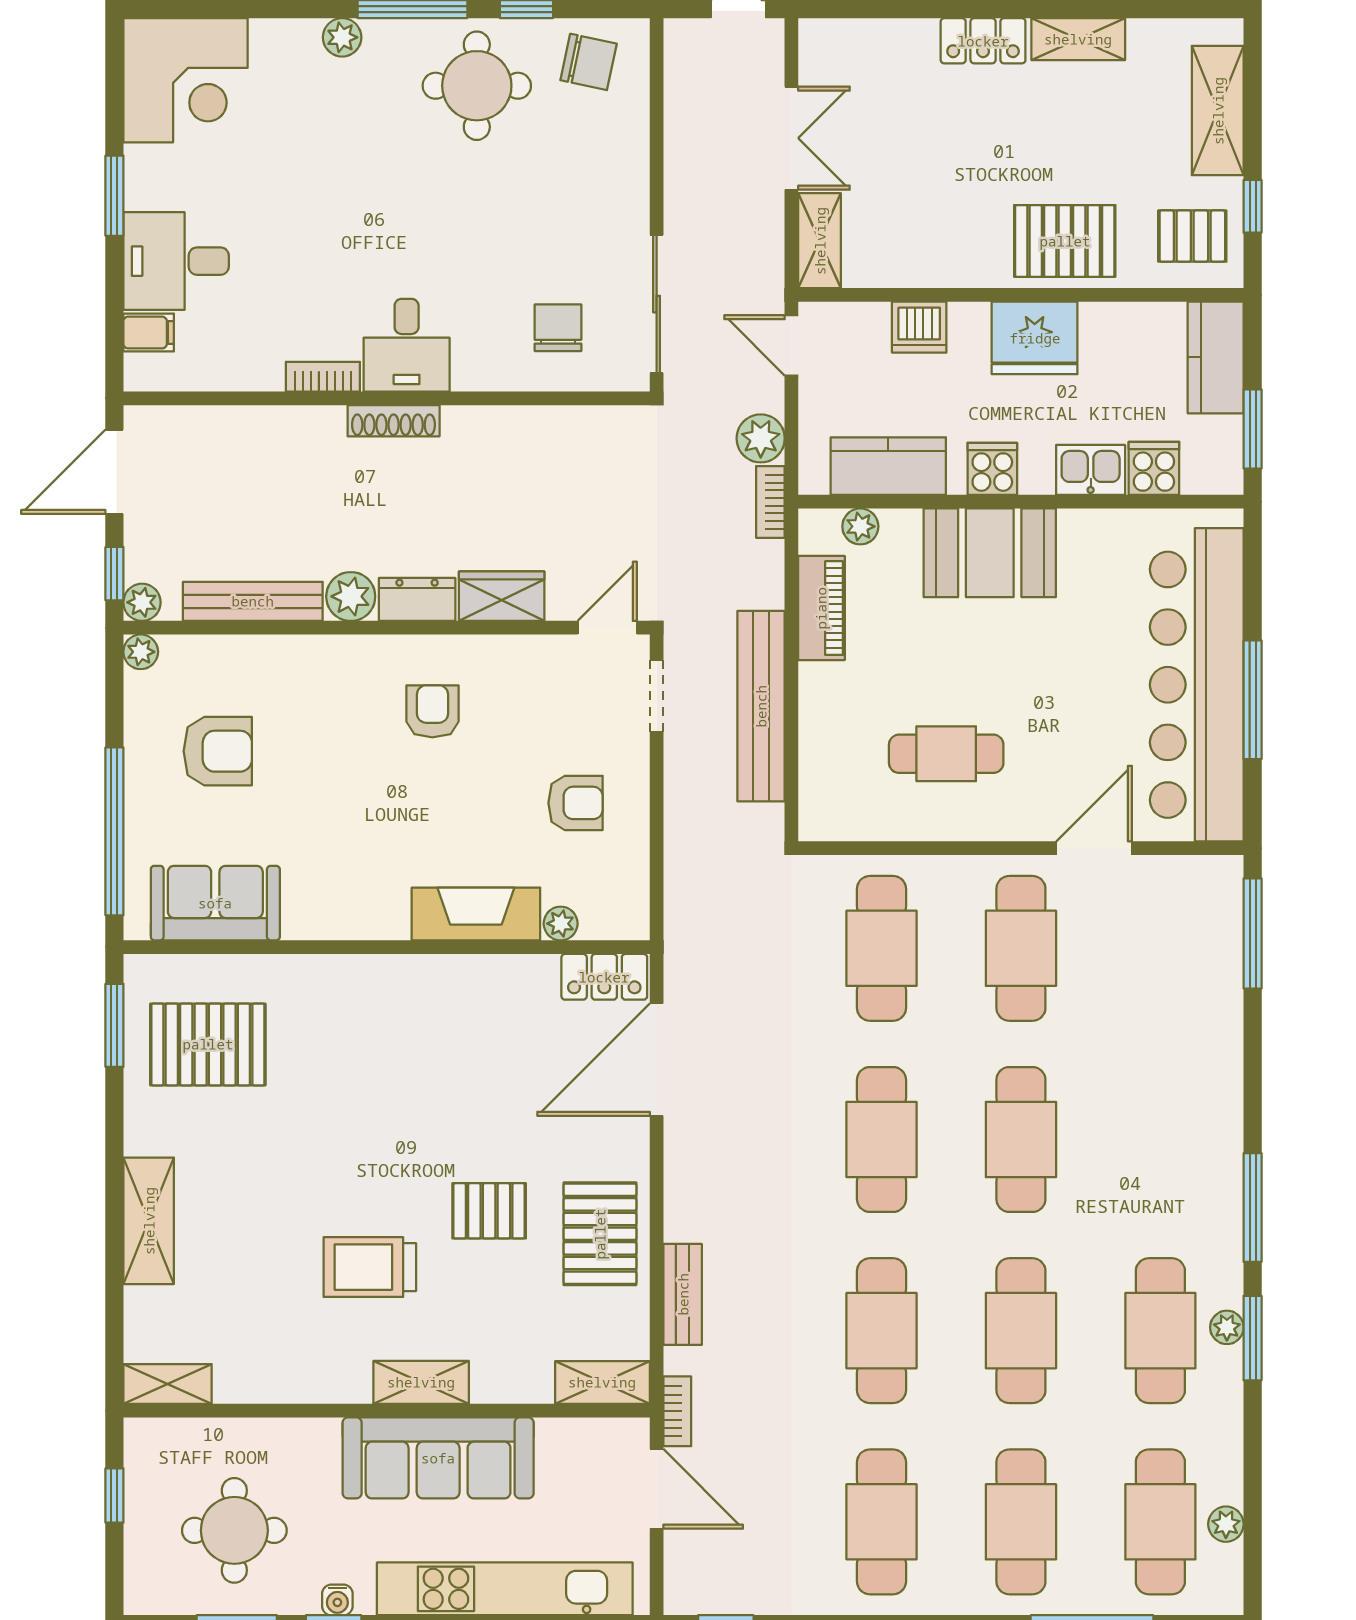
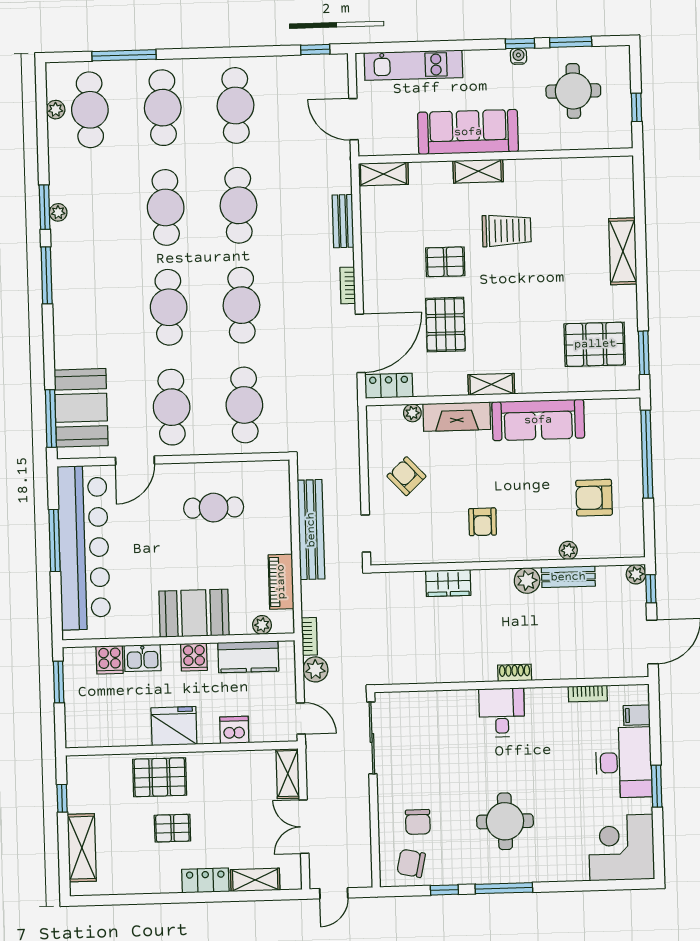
plant: (342, 37) -> (540, 872), removed
shelving: (1078, 39) -> (255, 880), moved
round table: (477, 86) -> (505, 821), moved
pallet: (1192, 236) -> (172, 828), moved
desk: (176, 261) -> (624, 762), width x1.37
chair: (558, 328) -> (418, 822), moved
kitchen counter: (1216, 357) -> (79, 719), removed
bookcase: (323, 377) -> (588, 694), moved
shoe rack: (394, 421) -> (515, 673), width x0.70
dresser: (417, 599) -> (492, 580), removed
bench: (253, 601) -> (568, 577), width x0.73
door: (607, 628) -> (393, 568), removed
plant: (141, 652) -> (568, 550), moved
armchair: (575, 803) -> (406, 476), turned 47
sofa: (215, 903) -> (538, 420), moved, width x1.36
booth: (1194, 952) -> (81, 408), added
pallet: (600, 1234) -> (445, 325), moved
cafe table: (1160, 1331) -> (93, 210), removed
shelving: (168, 1384) -> (491, 384), moved
bookcase: (677, 1411) -> (348, 285), moved
kitchen unit: (505, 1589) -> (413, 65), width x0.73

